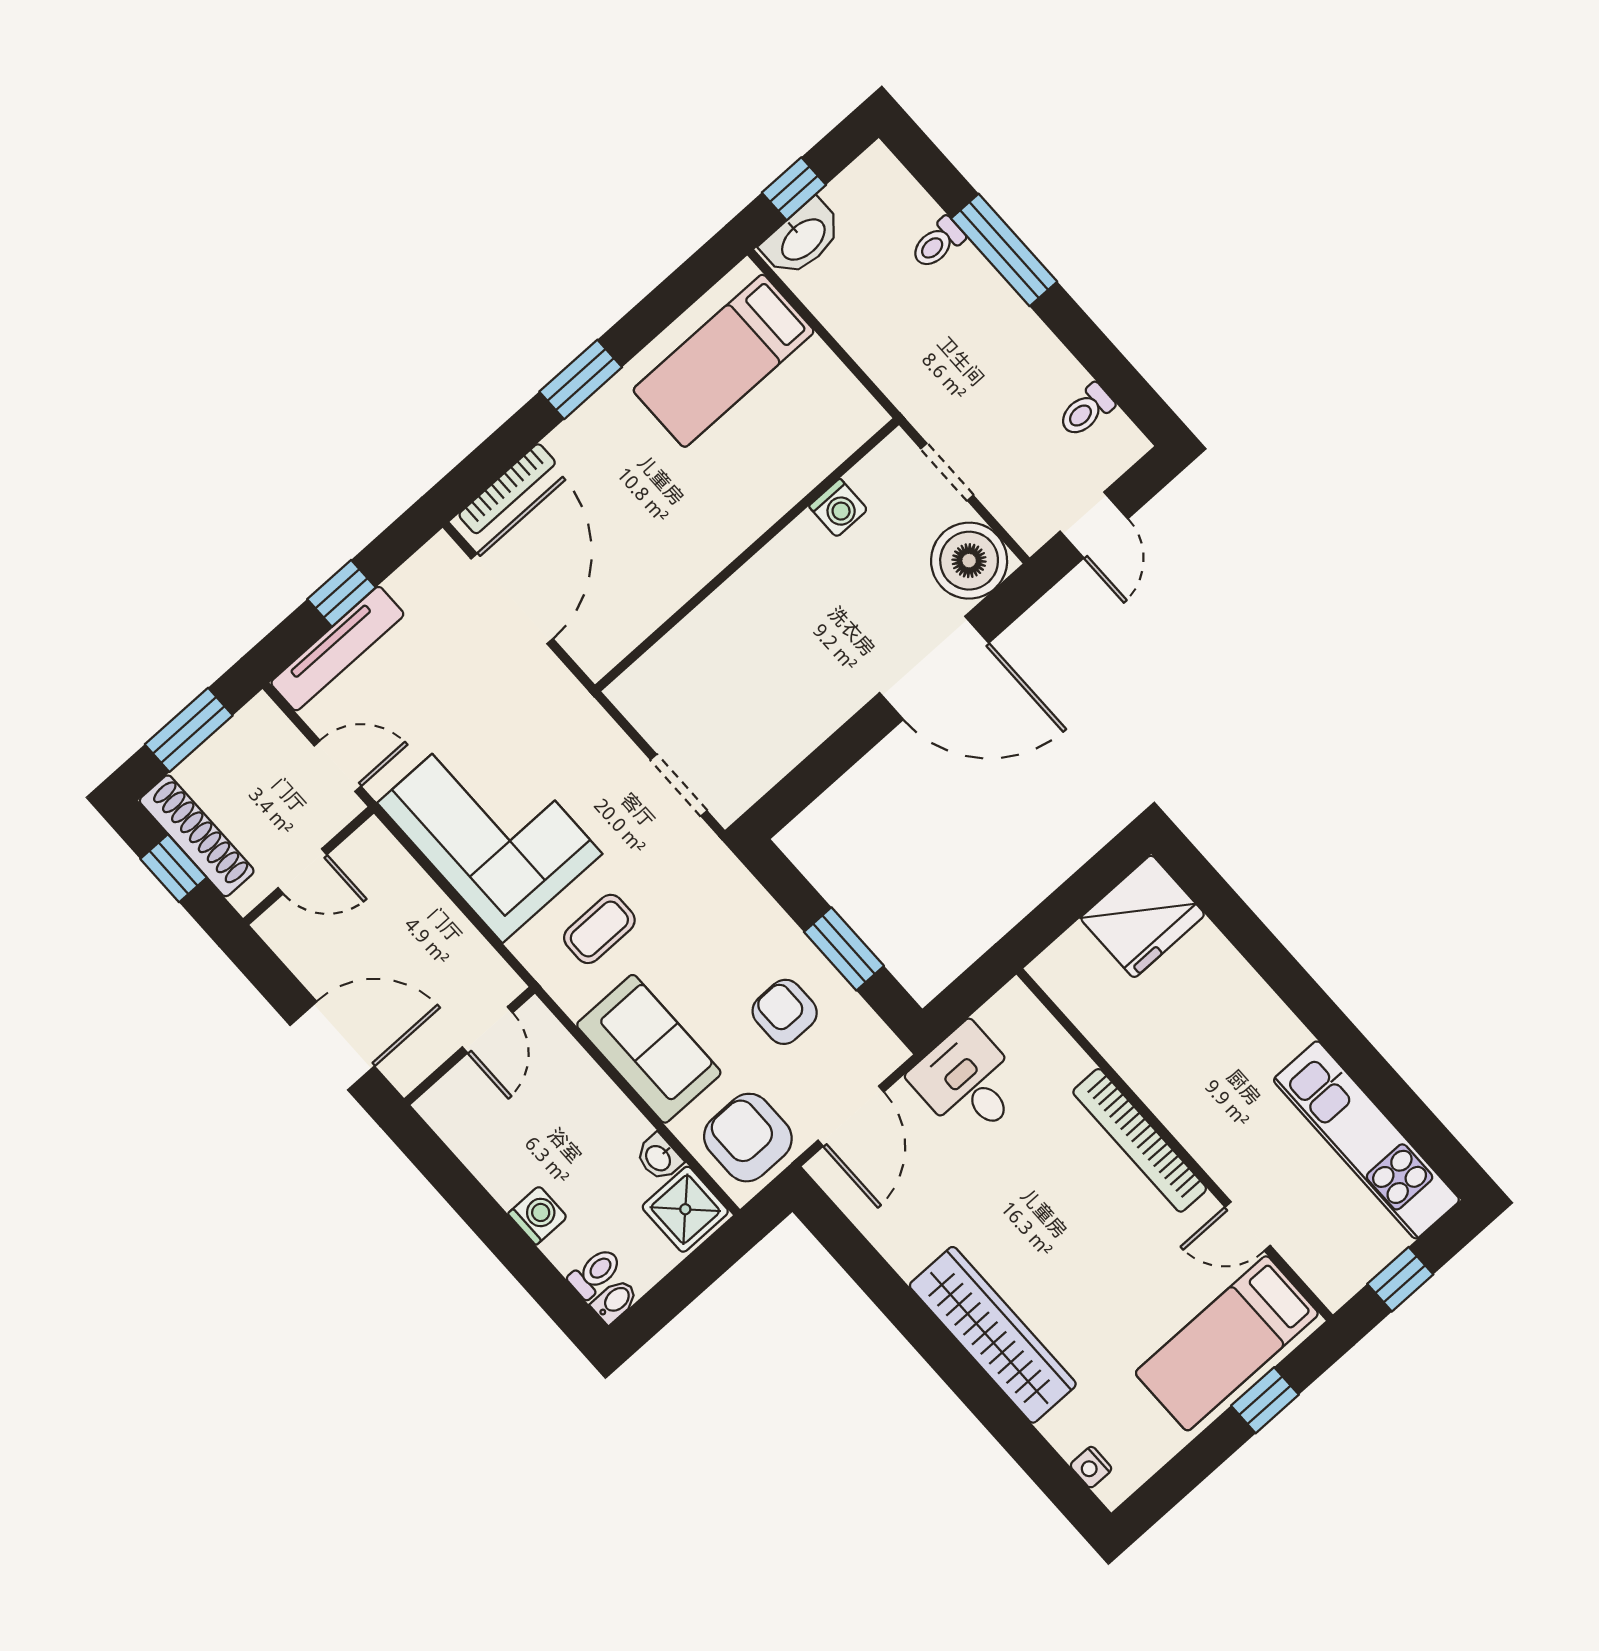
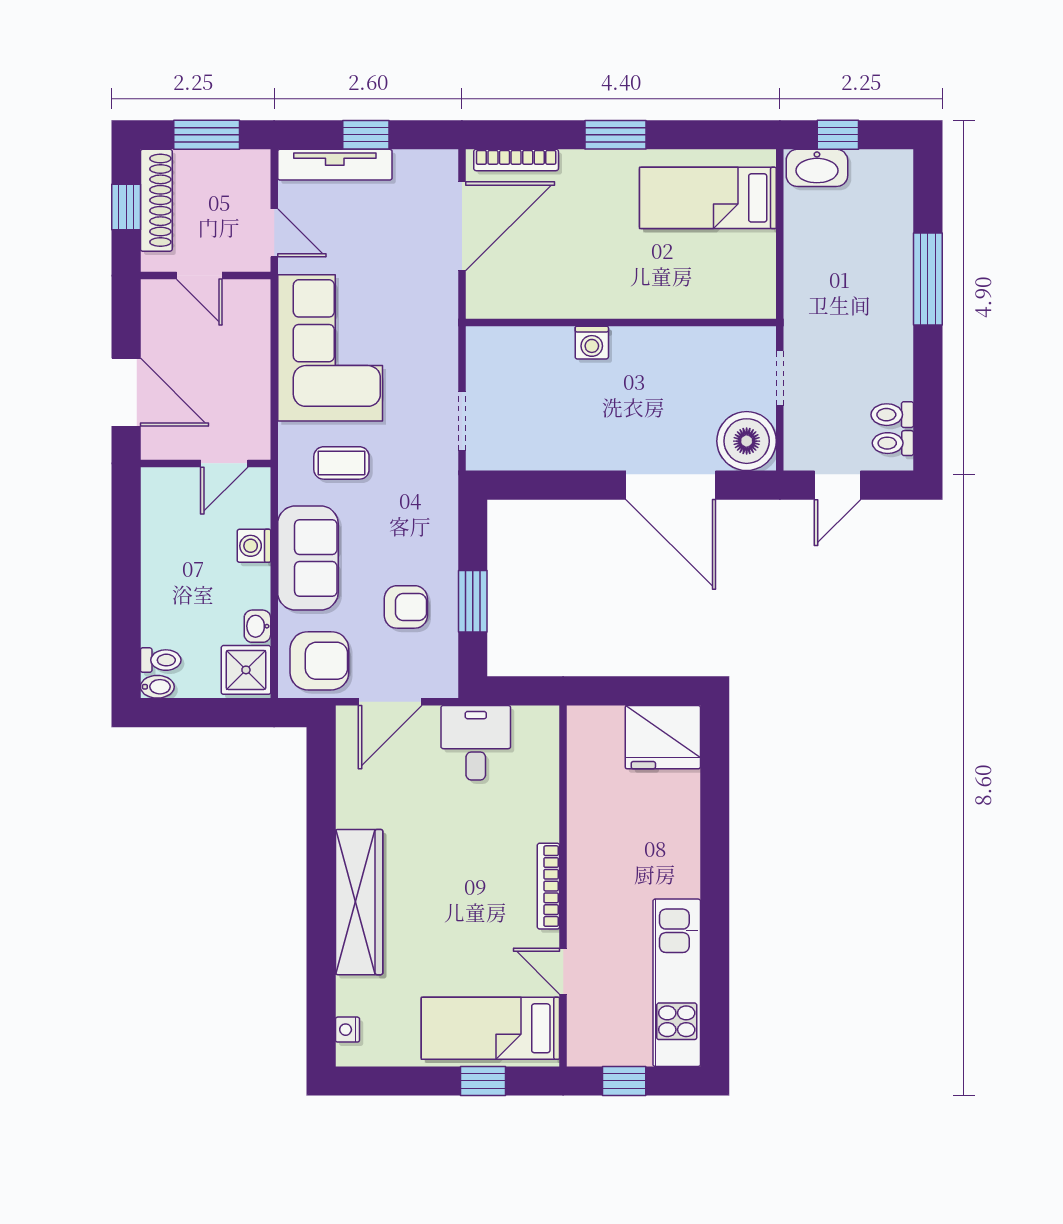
toilet: (938, 243) -> (893, 443), moved
washing machine: (838, 508) -> (592, 343), moved
armchair: (785, 1012) -> (406, 607), turned 90
armchair: (748, 1138) -> (319, 661), turned 90
bookcase: (1140, 1140) -> (548, 886), width x0.68, depth x0.76
washing machine: (538, 1215) -> (254, 546), moved, turned 180

